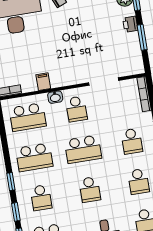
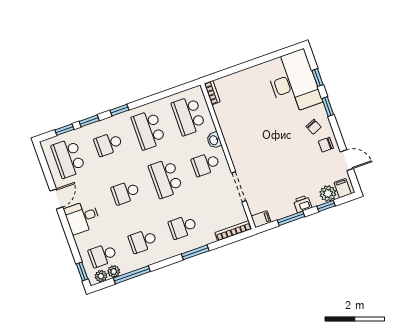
filing cabinet: (43, 82) -> (261, 219), moved

